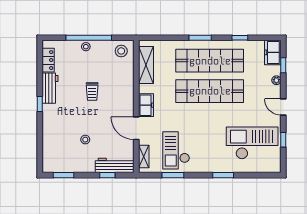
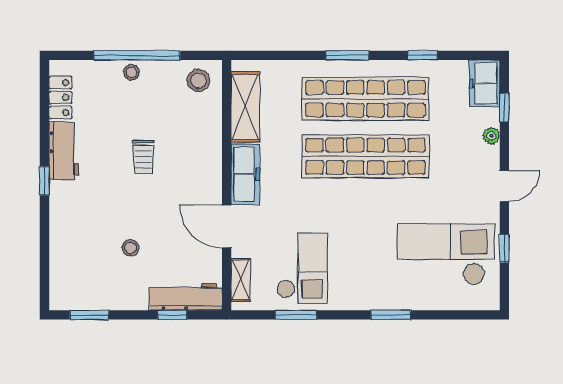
freezer: (146, 105) -> (245, 174), width x1.40
door: (283, 107) -> (504, 186), swing flipped
checkout: (176, 150) -> (302, 268), turned 180

